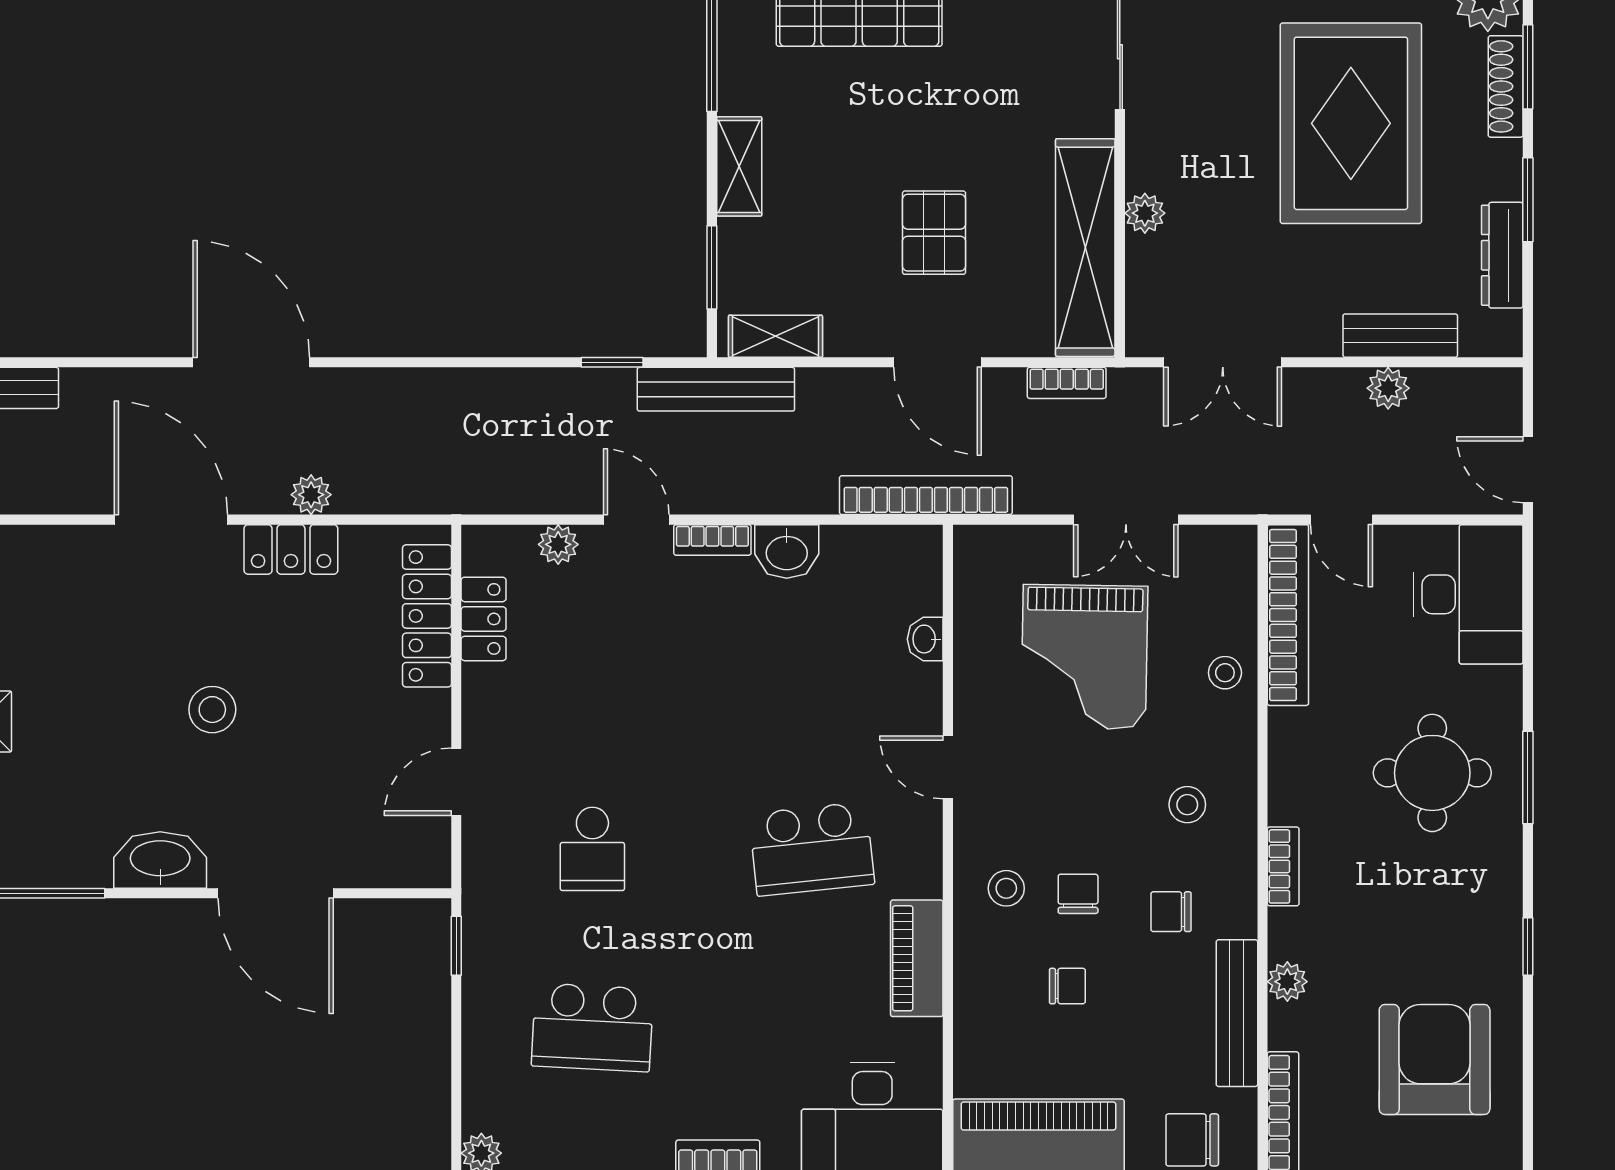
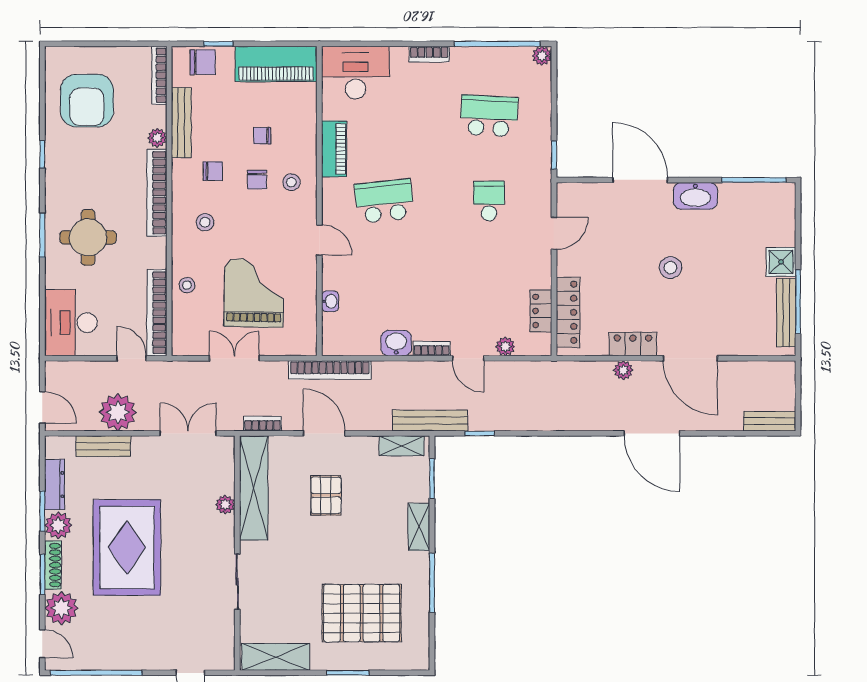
plant: (1494, 170) -> (58, 525), added
plant: (1388, 388) -> (118, 412), width x1.87, depth x1.87
door: (1528, 470) -> (42, 407), moved
bookcase: (1283, 866) -> (157, 193), width x2.31, depth x1.31

